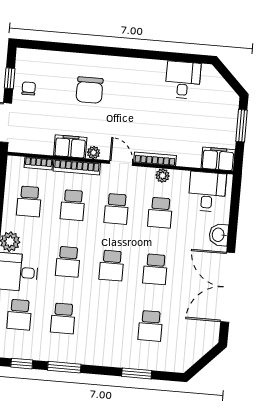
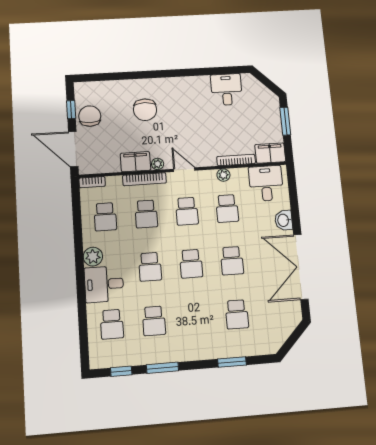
chair: (29, 88) -> (90, 116), width x1.87, depth x1.87
bookcase: (155, 159) -> (236, 160), moved
bookcase: (38, 163) -> (92, 182), moved

